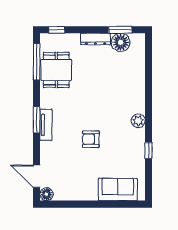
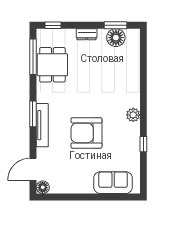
dresser: (96, 39) -> (87, 34), width x0.70
tv unit: (46, 125) -> (42, 125), width x1.41
armchair: (91, 139) -> (86, 133), width x1.88, depth x1.88
door: (37, 176) -> (33, 169), hinge flipped

